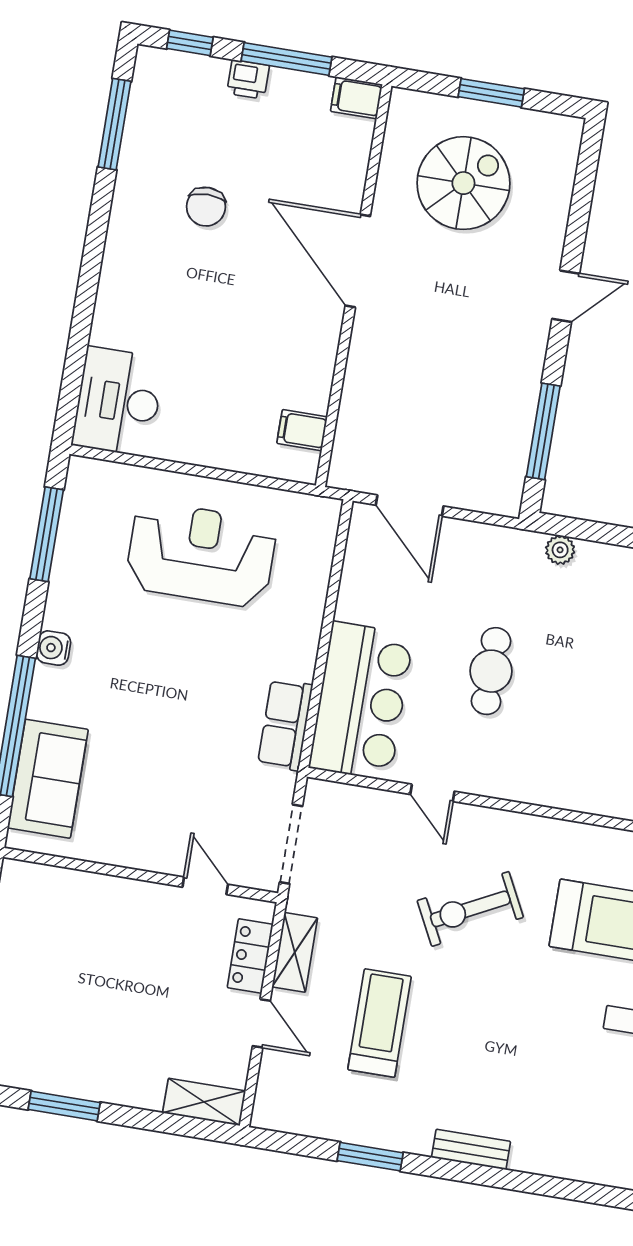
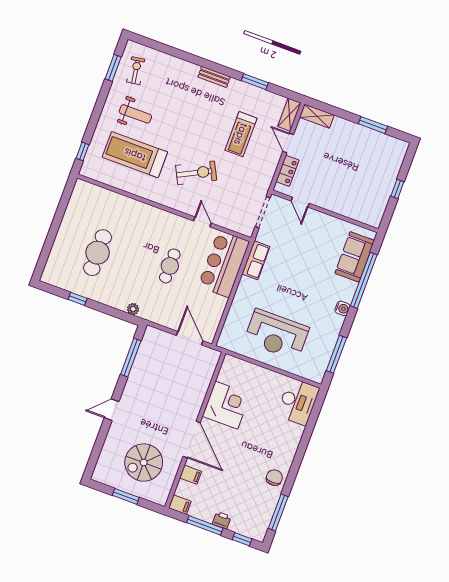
chair: (206, 207) -> (274, 478), moved
corner desk: (290, 360) -> (226, 405), added
filing cabinet: (302, 430) -> (191, 475), moved
shelving: (295, 952) -> (289, 115), moved

